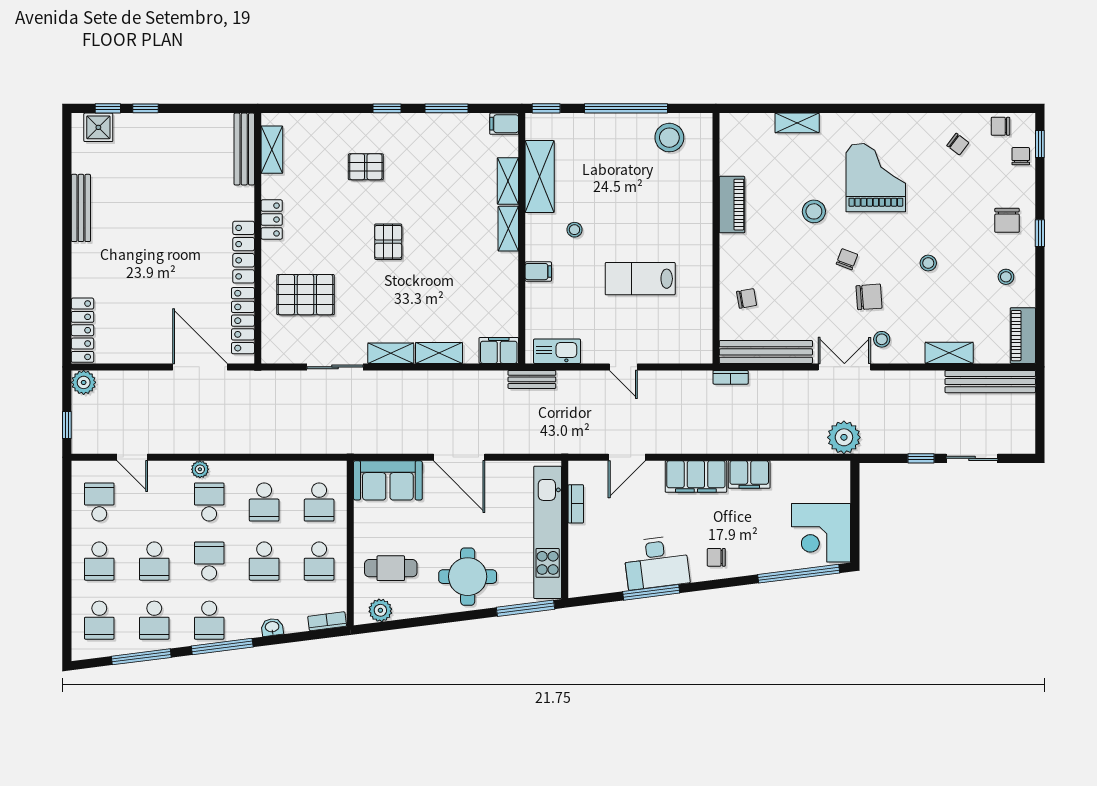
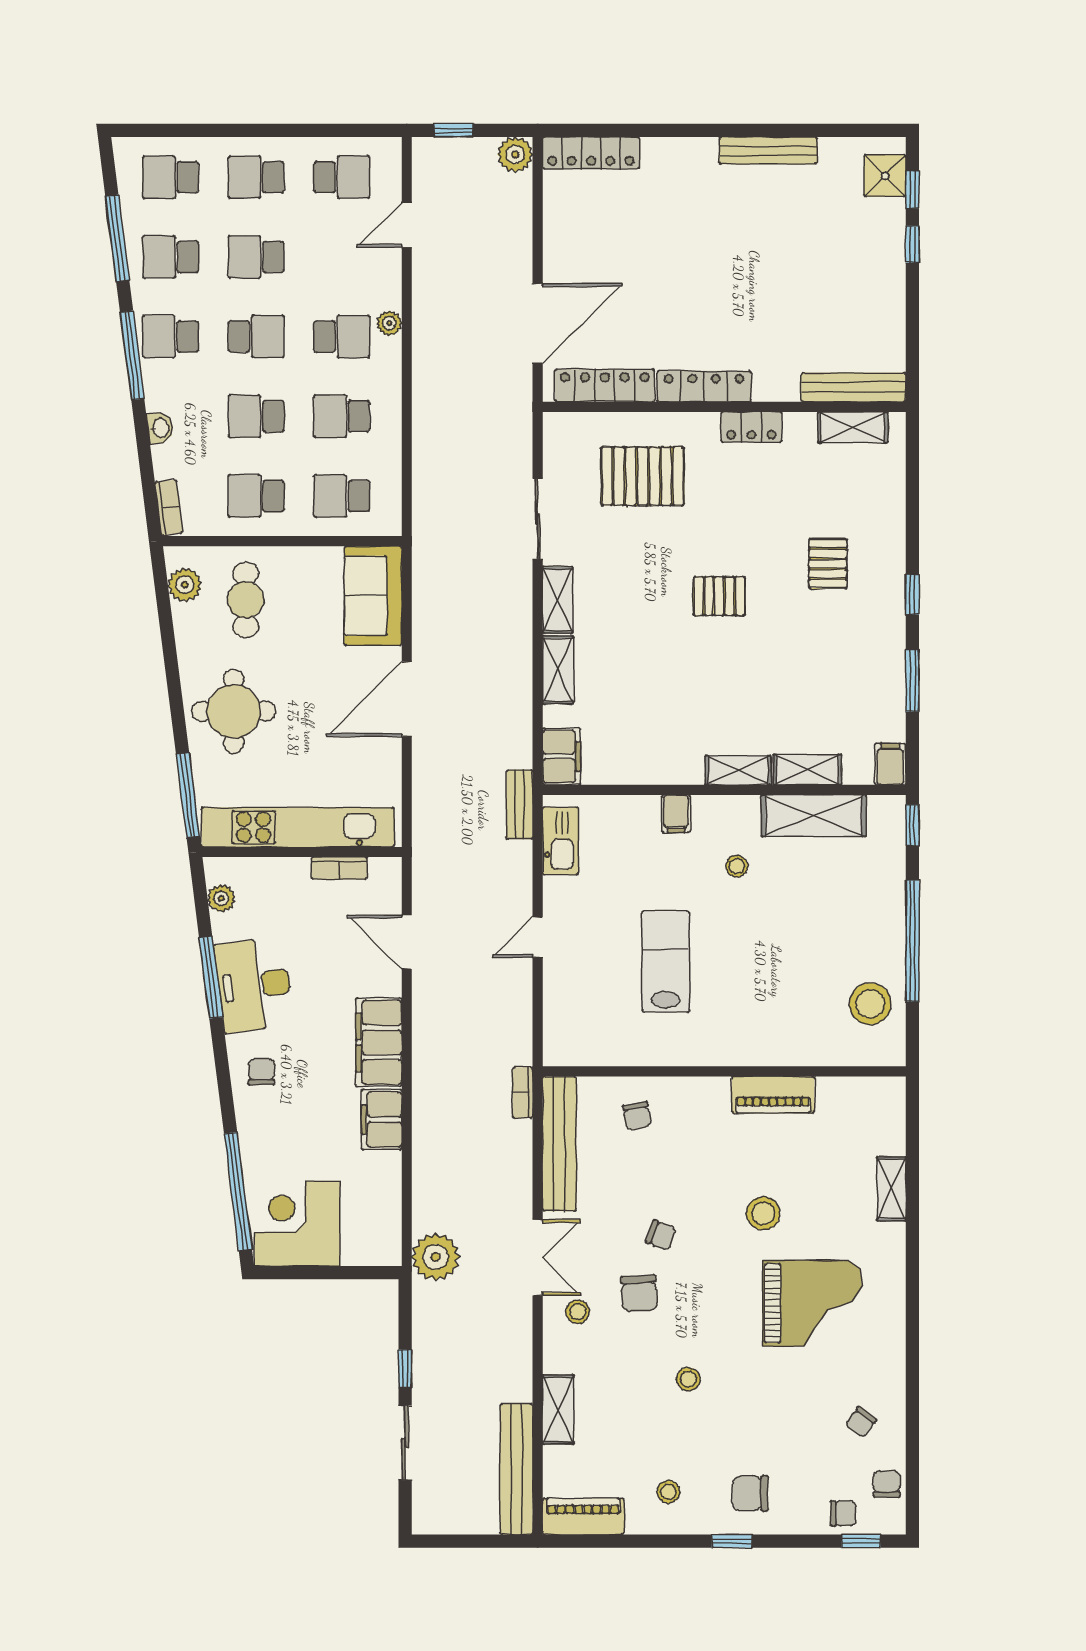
chair: (847, 259) -> (661, 1235), moved
pallet: (306, 295) -> (643, 476), turned 90
plant: (597, 585) -> (221, 898), added

